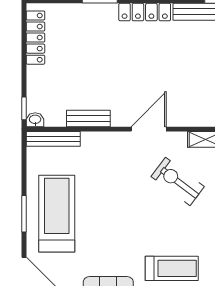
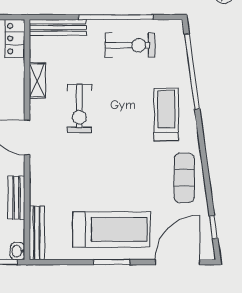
exercise bike: (178, 181) -> (79, 108), turned -37
treadmill: (57, 214) -> (111, 229), turned 180

